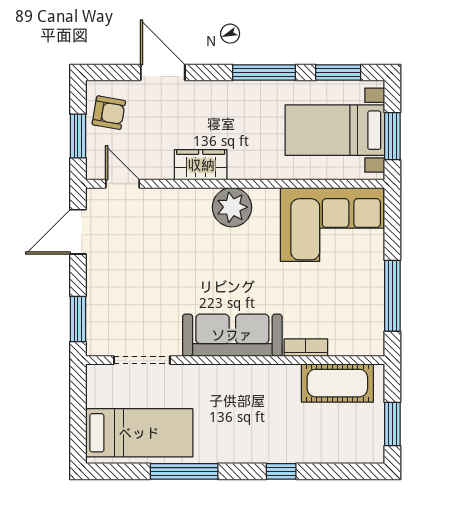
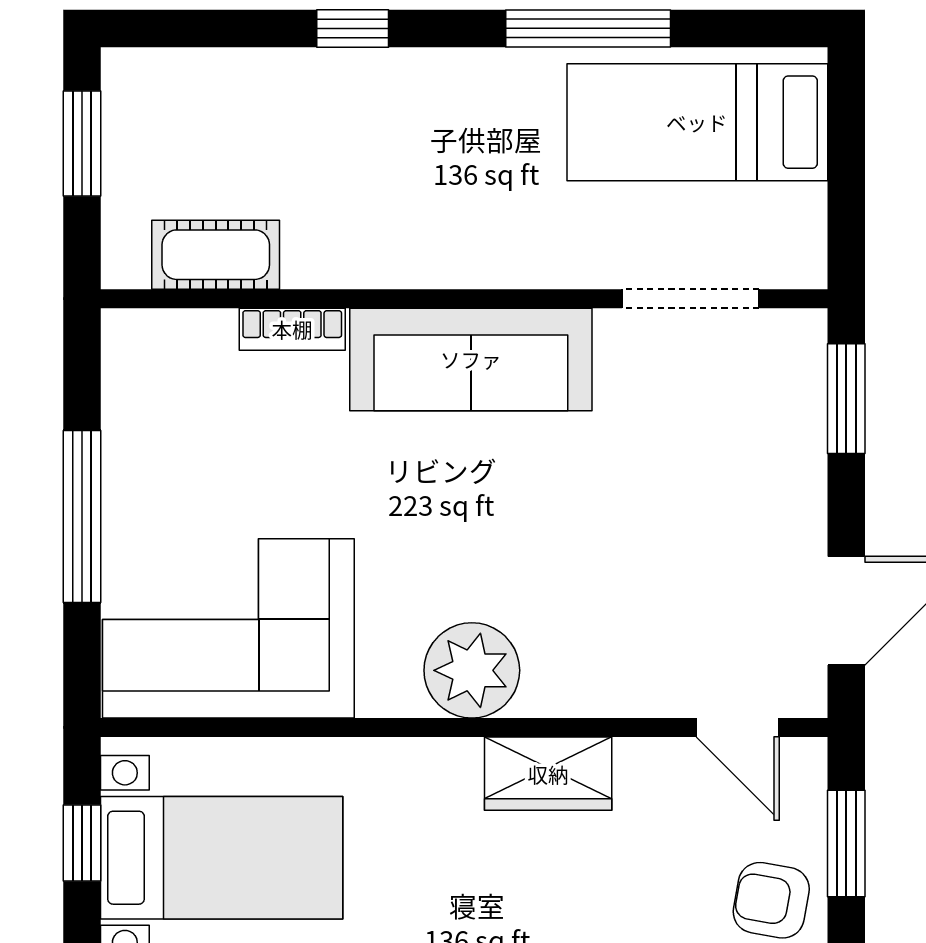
window: (392, 136) -> (82, 843), width x0.67
window: (392, 296) -> (82, 517), moved
cot: (337, 383) -> (216, 255), width x0.73, depth x0.75

